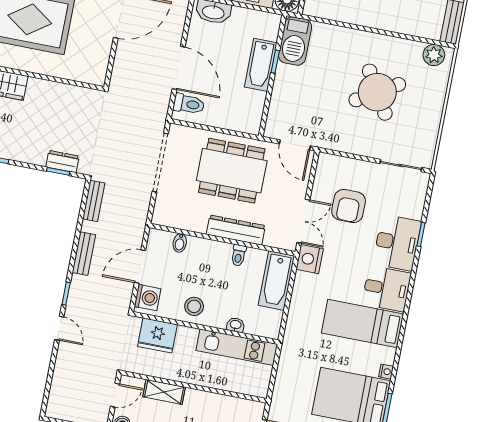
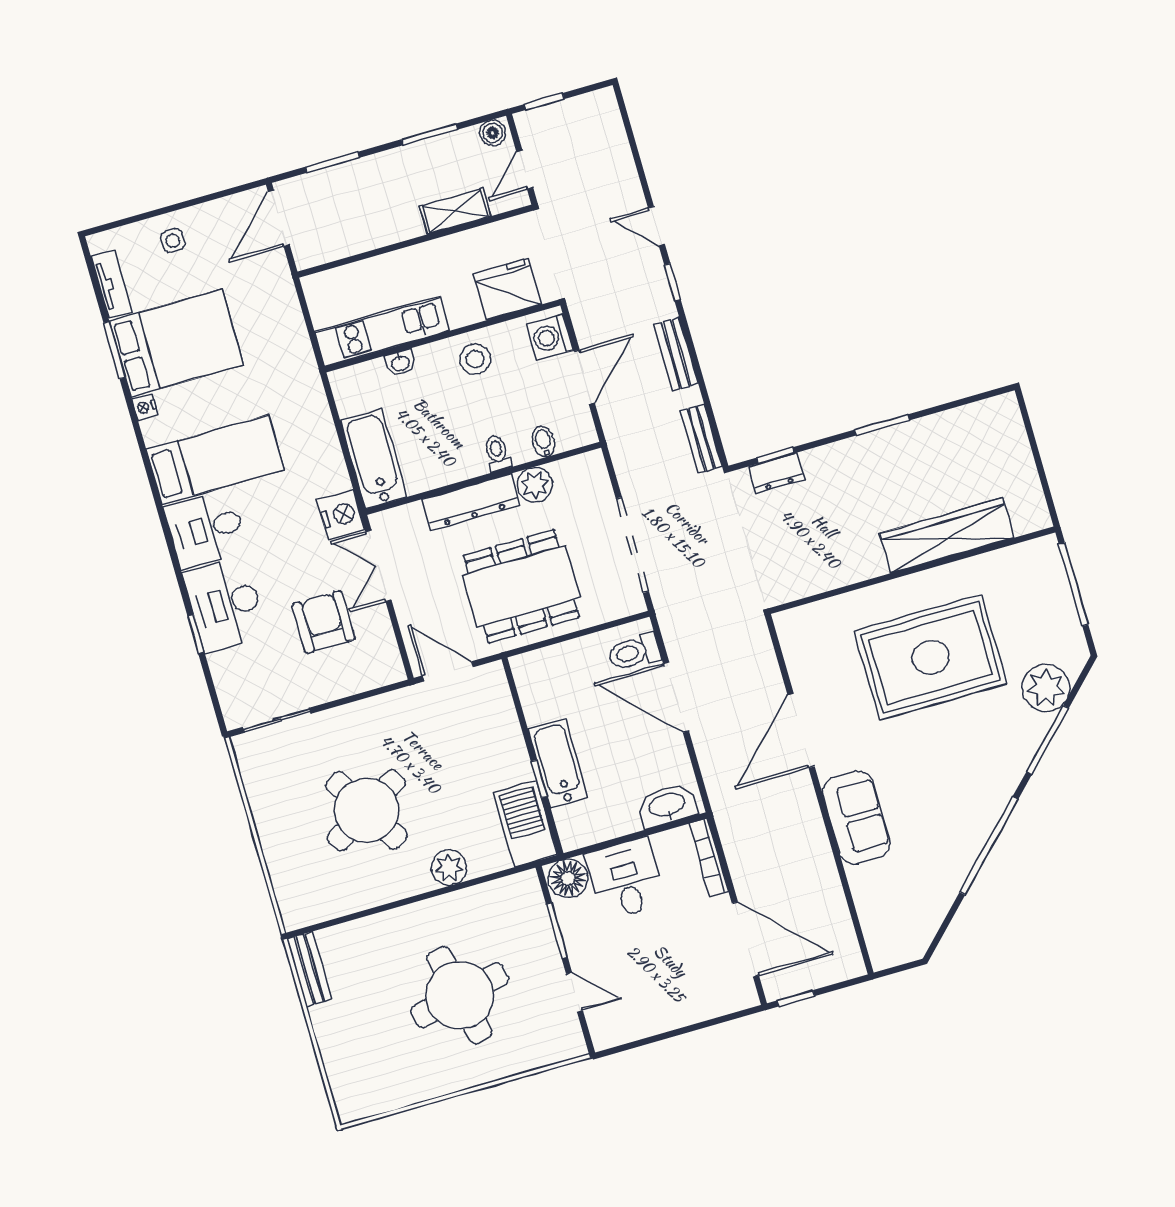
plant: (434, 55) -> (449, 868), moved
plant: (196, 222) -> (535, 485), added
toilet: (239, 255) -> (497, 453), moved

